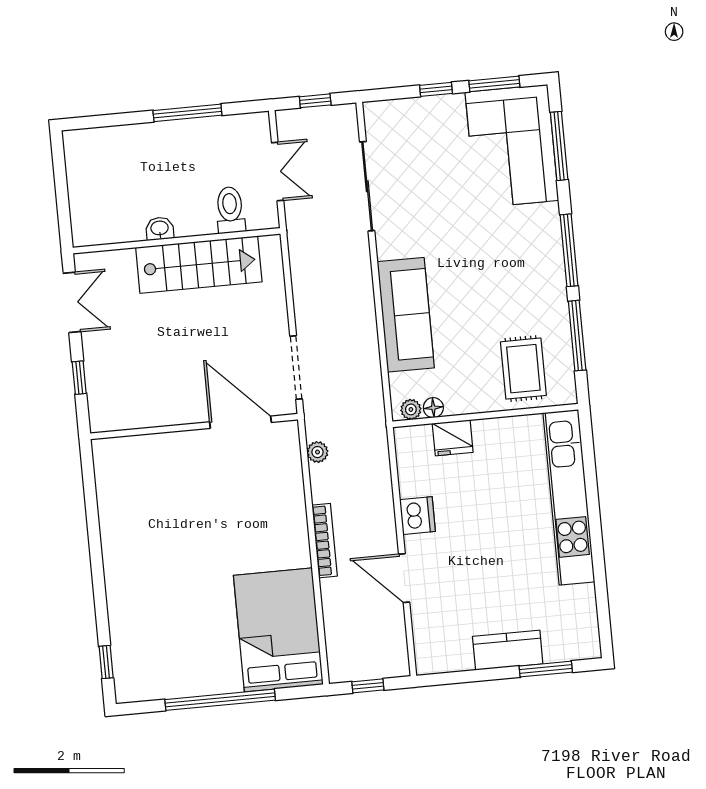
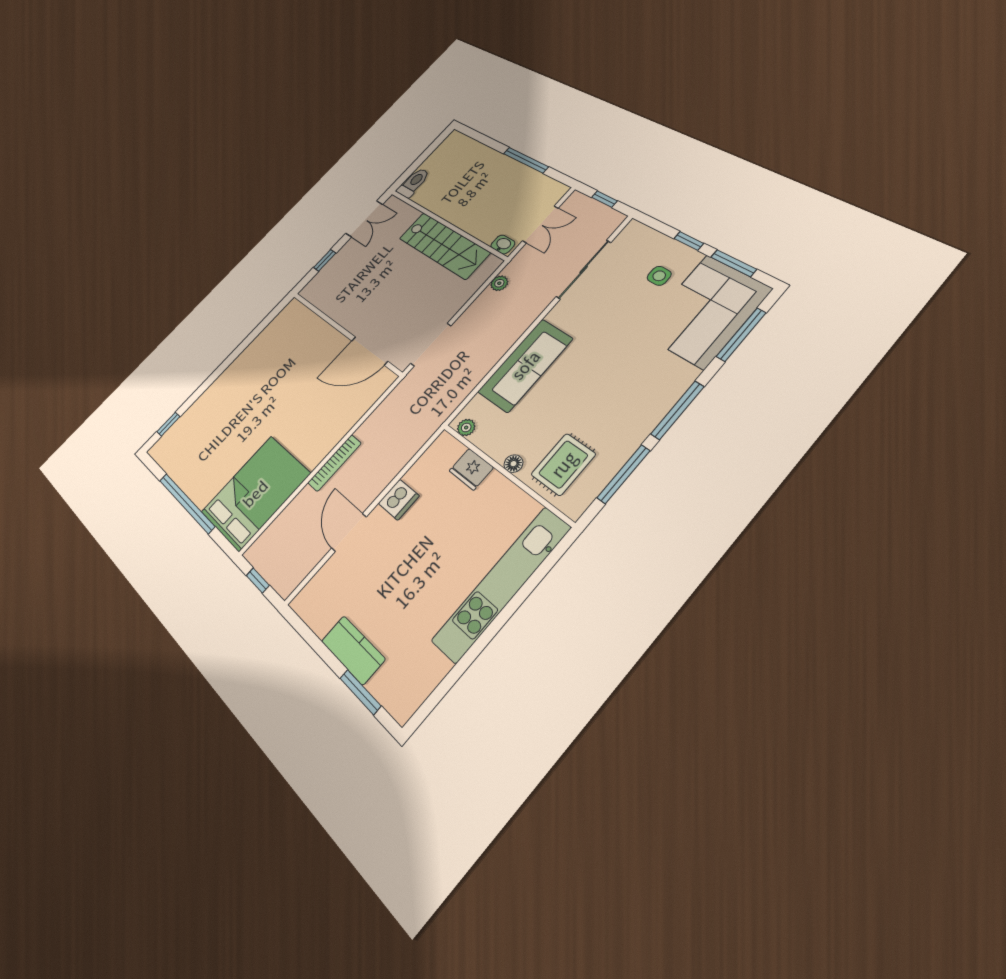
side table: (442, 142) -> (659, 276), added
toilet: (230, 210) -> (413, 183), moved
washbasin: (160, 229) -> (503, 244), moved
floor lamp: (433, 408) -> (513, 464), moved
door: (241, 422) -> (370, 351), swing flipped
plant: (318, 452) -> (499, 283), moved

